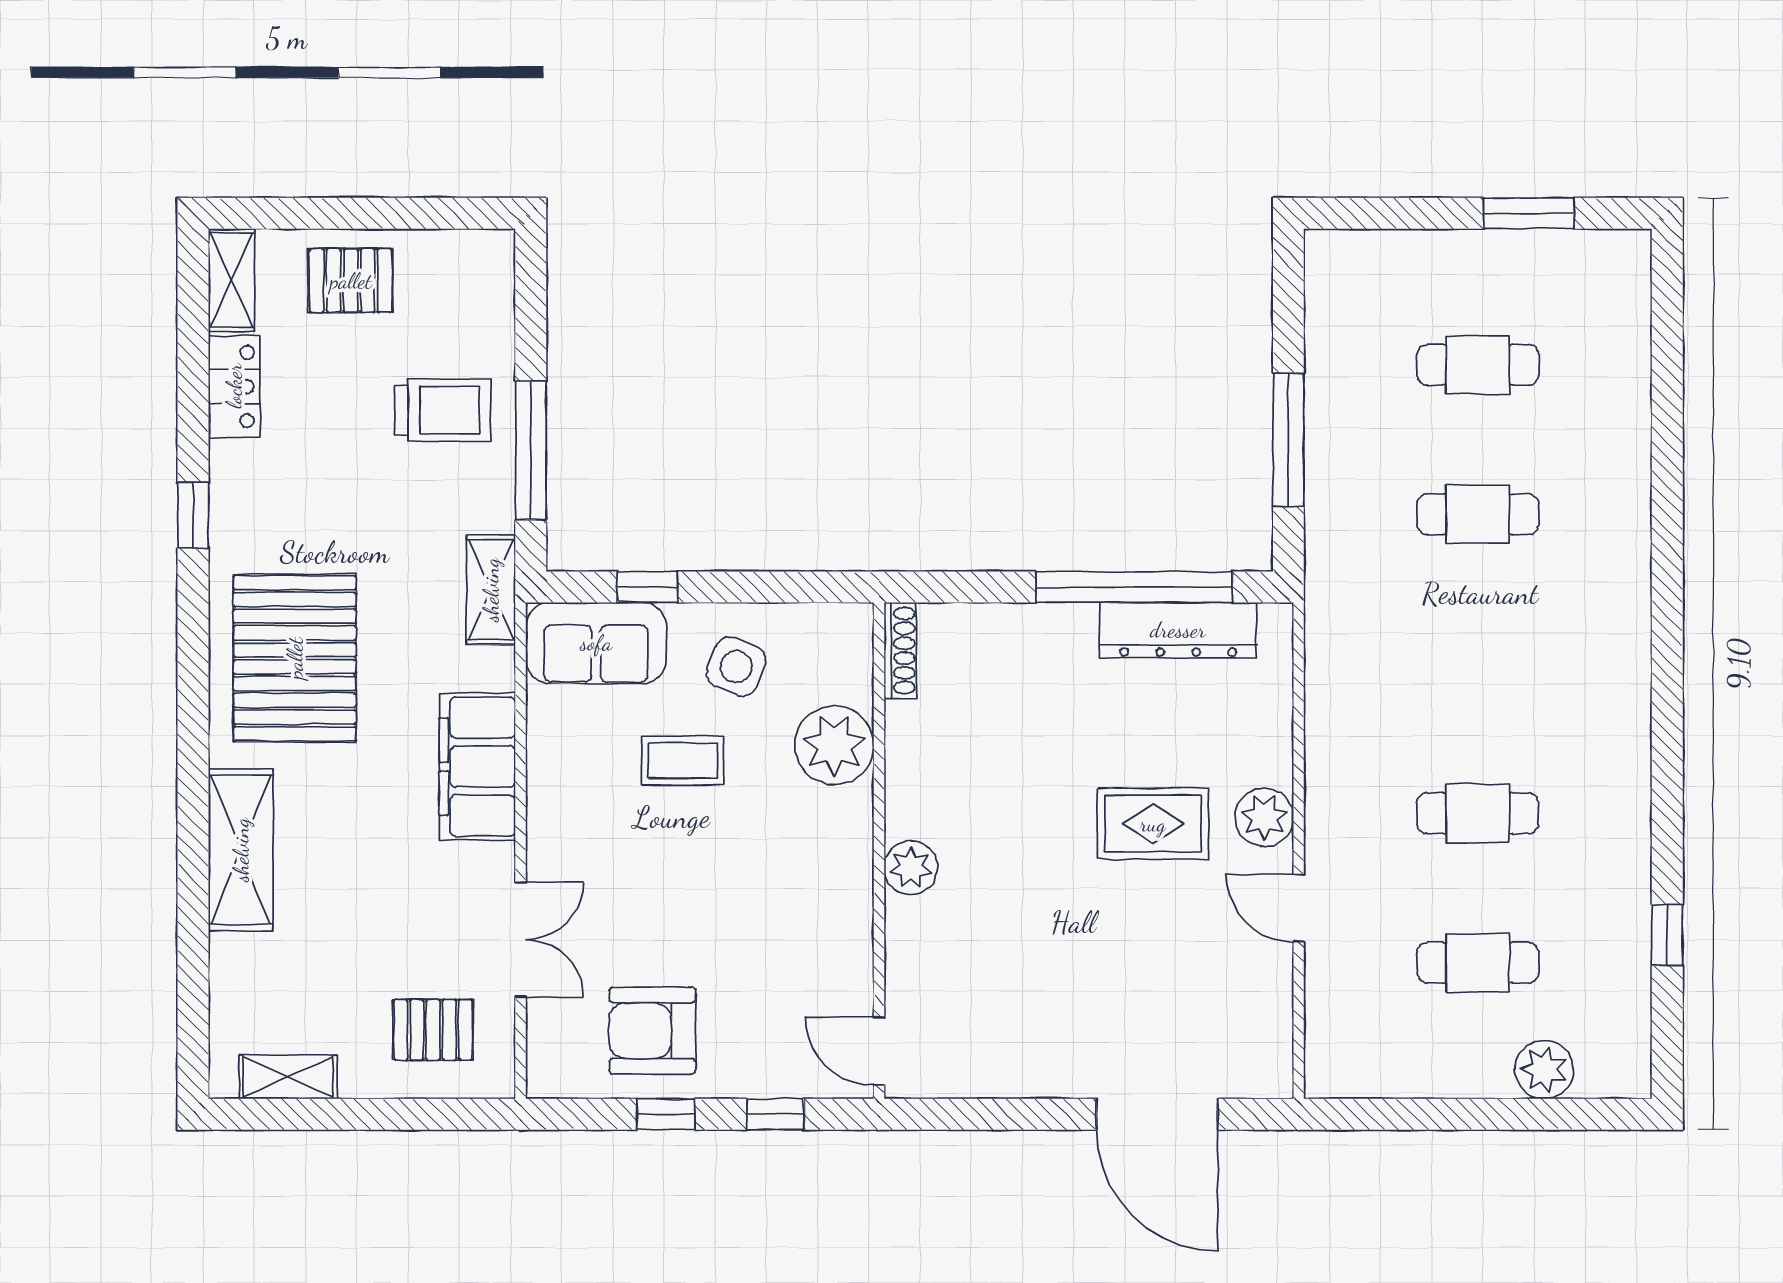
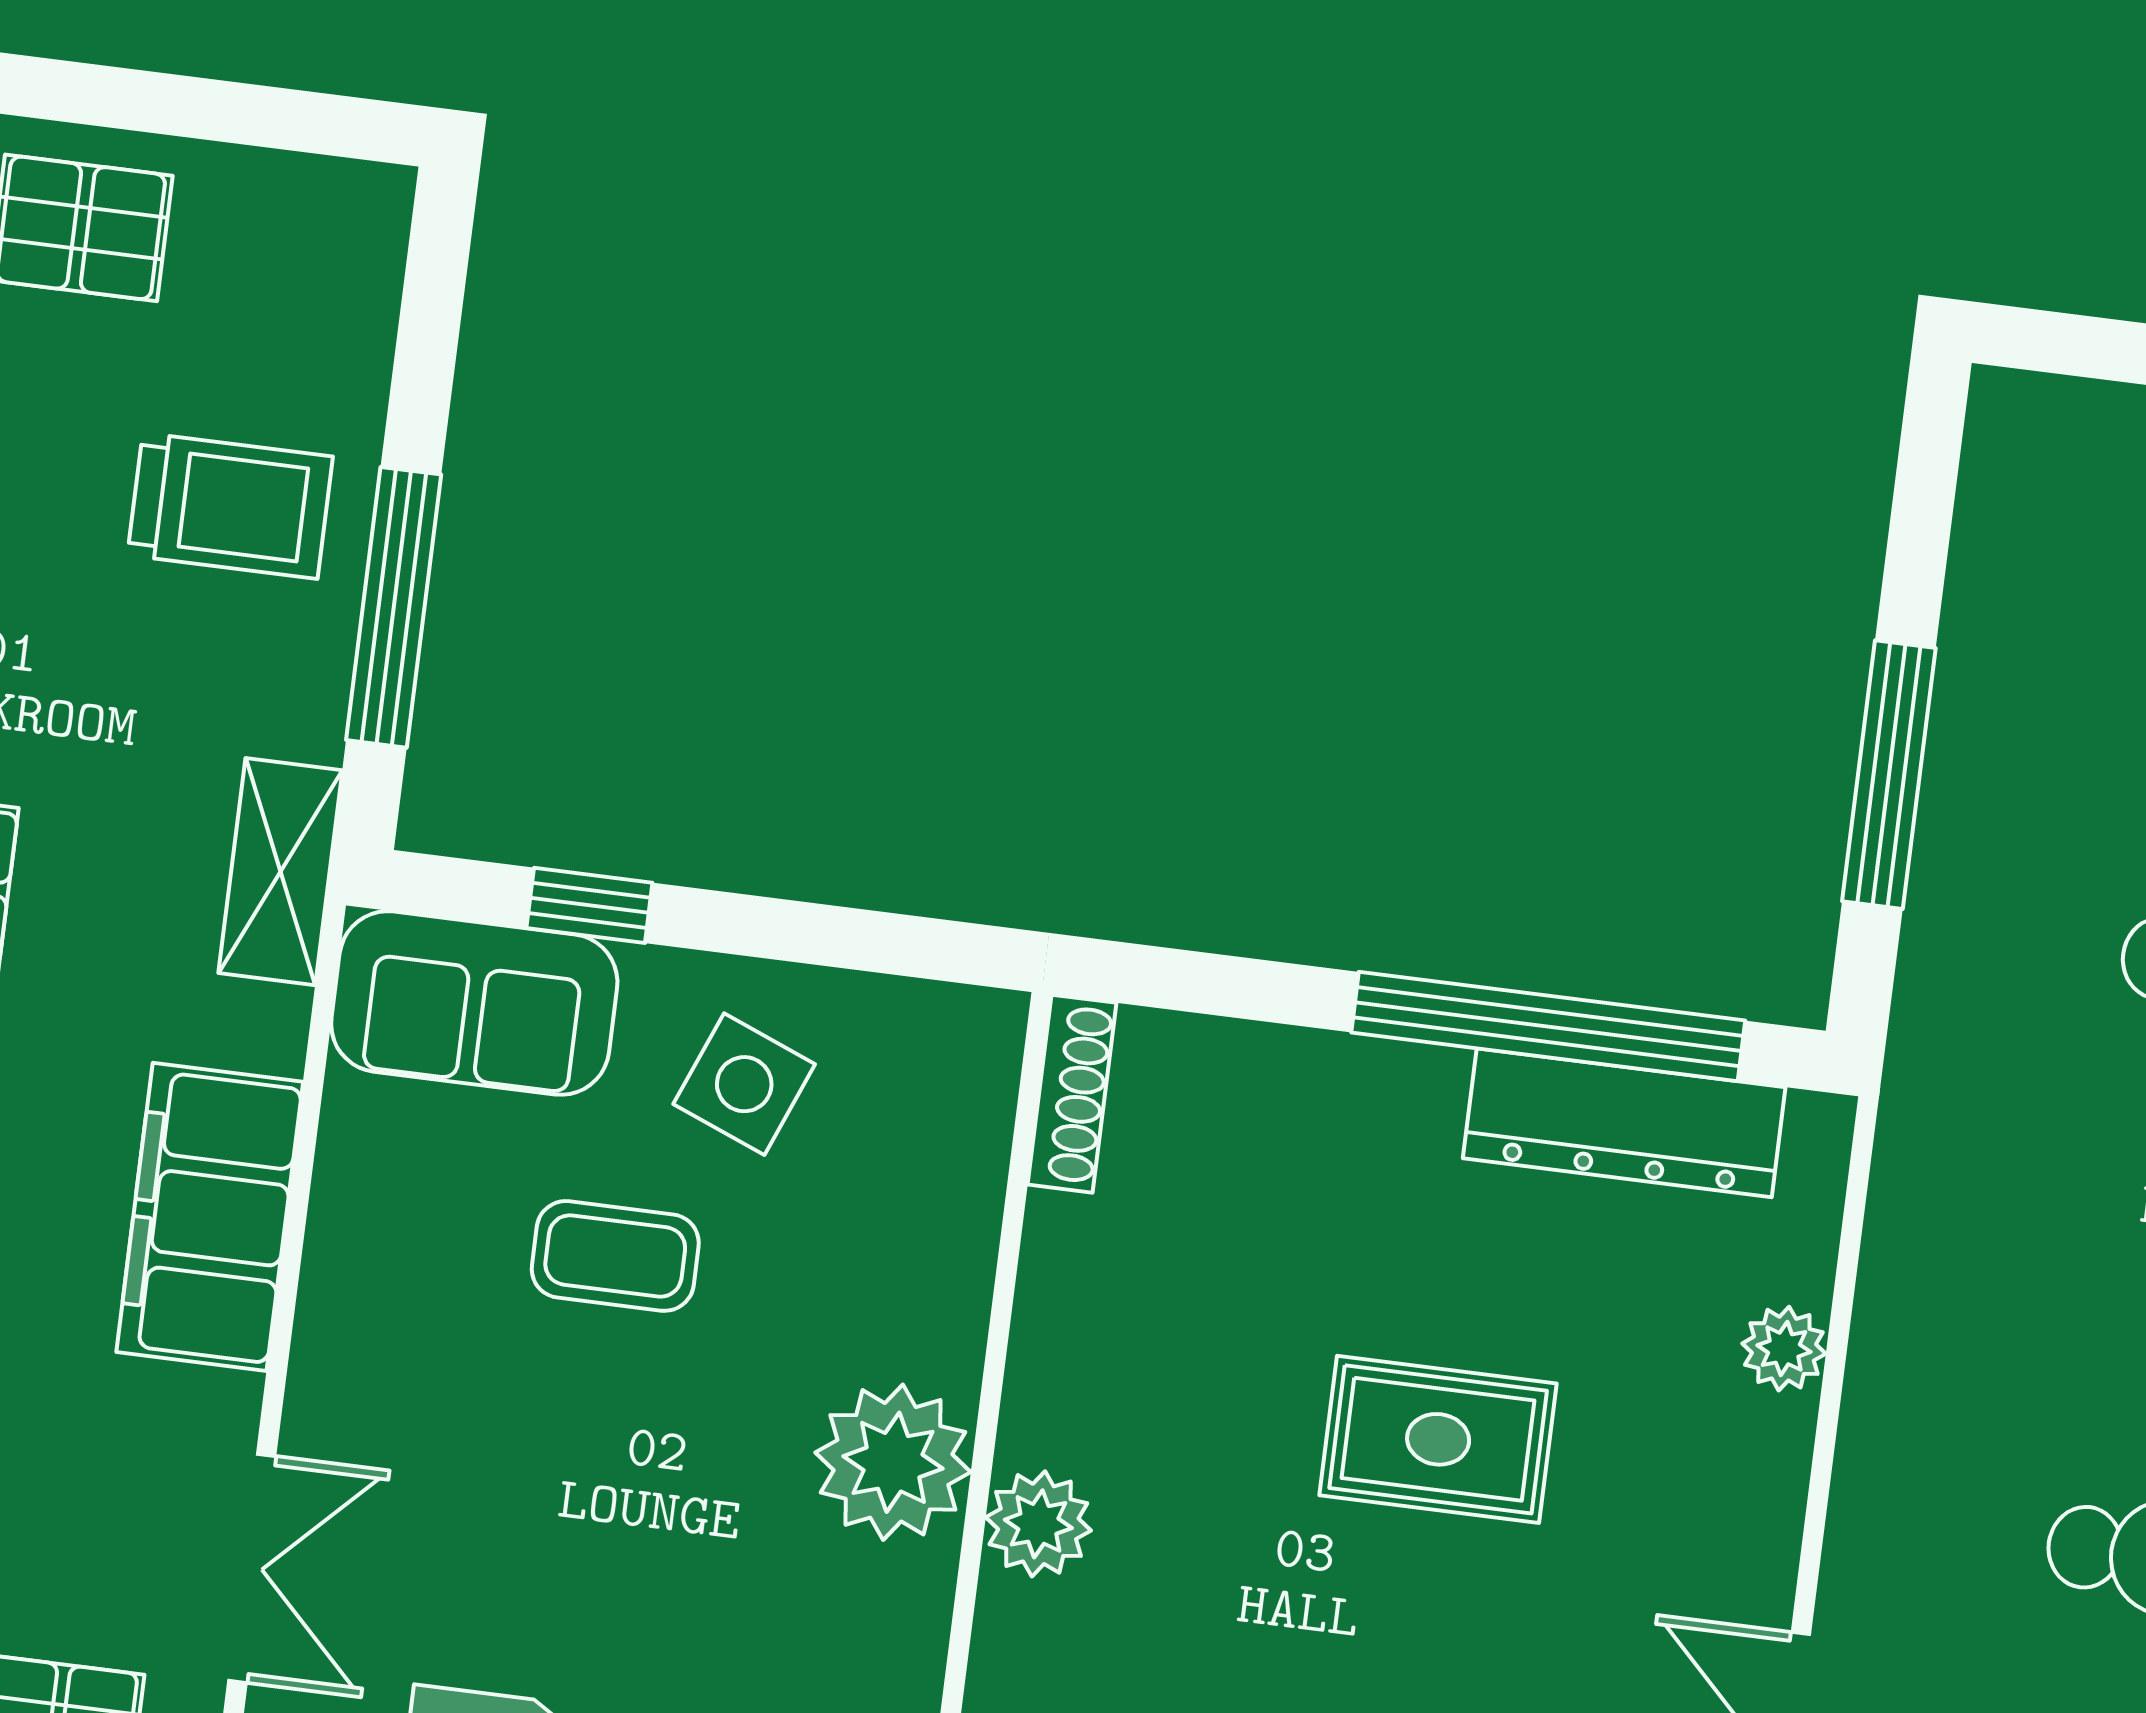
plant: (834, 745) -> (893, 1462), moved
plant: (1264, 817) -> (1784, 1349), moved, width x0.73, depth x0.73
rug: (1153, 824) -> (1438, 1439), moved

